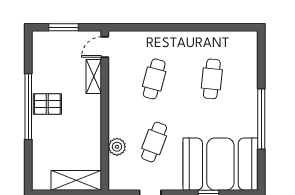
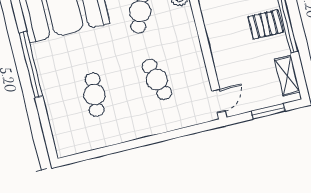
shelving: (94, 76) -> (287, 76), moved
cafe table: (154, 79) -> (157, 79), turned -30

